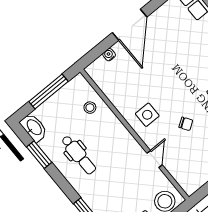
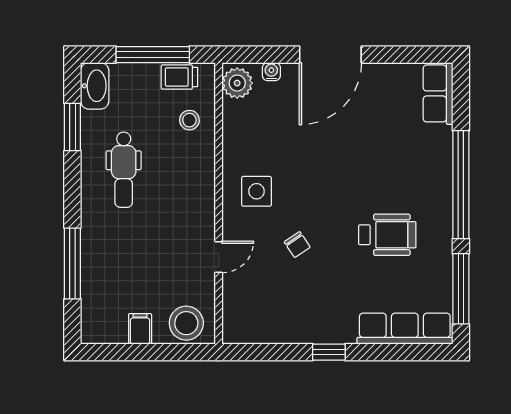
plant: (98, 73) -> (237, 83), added
trolley: (69, 92) -> (179, 77), added

